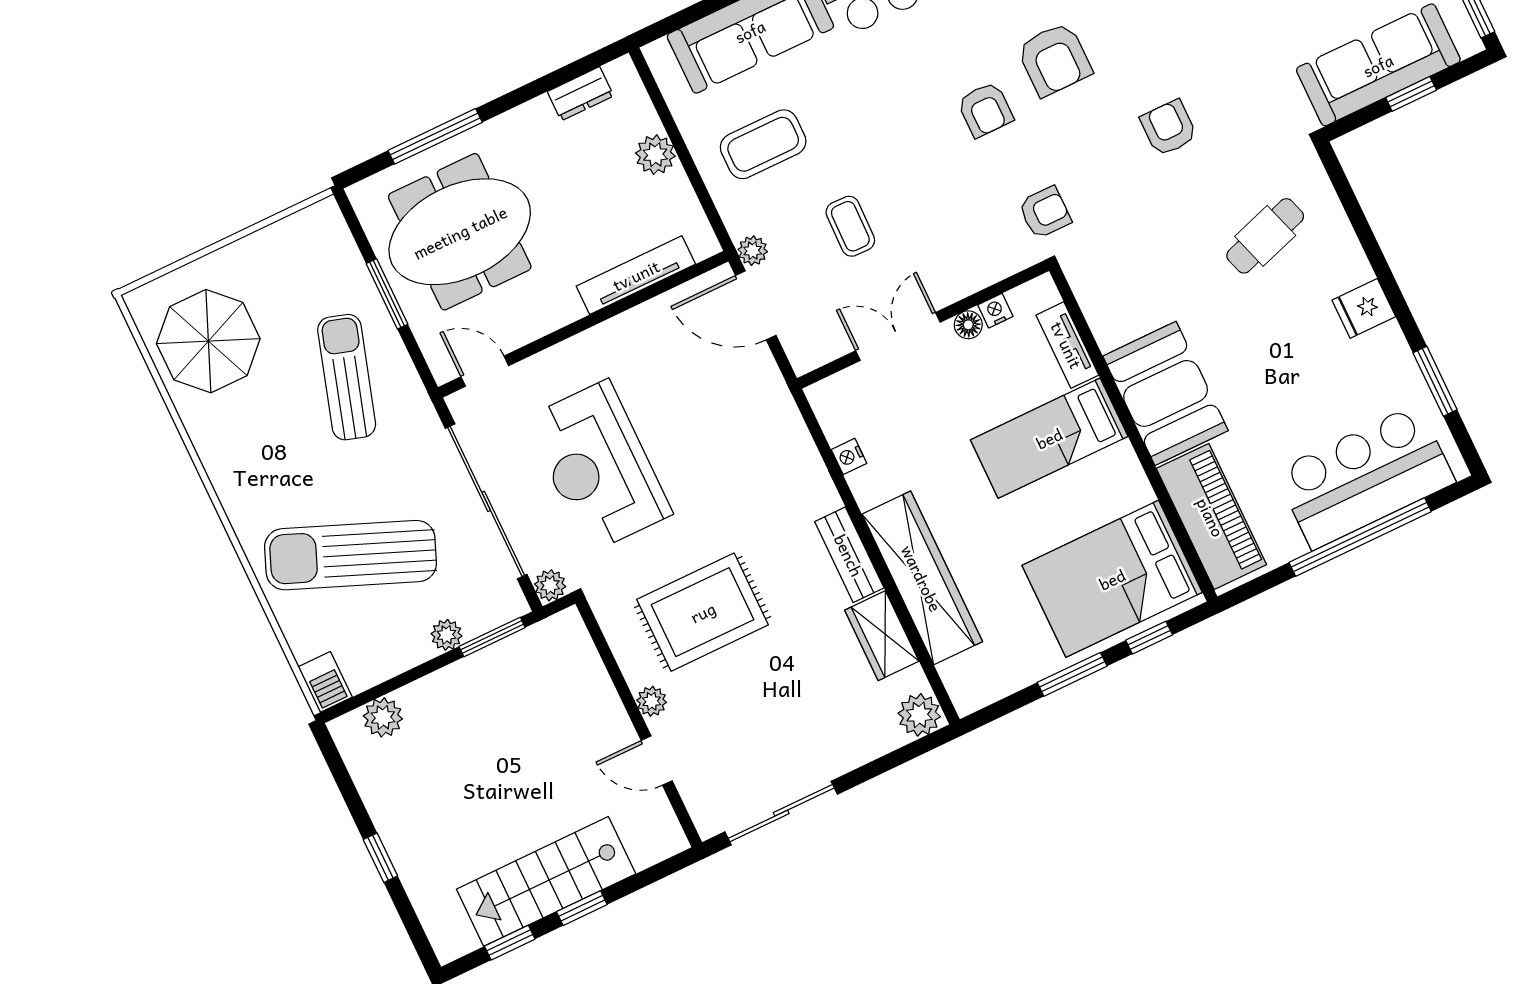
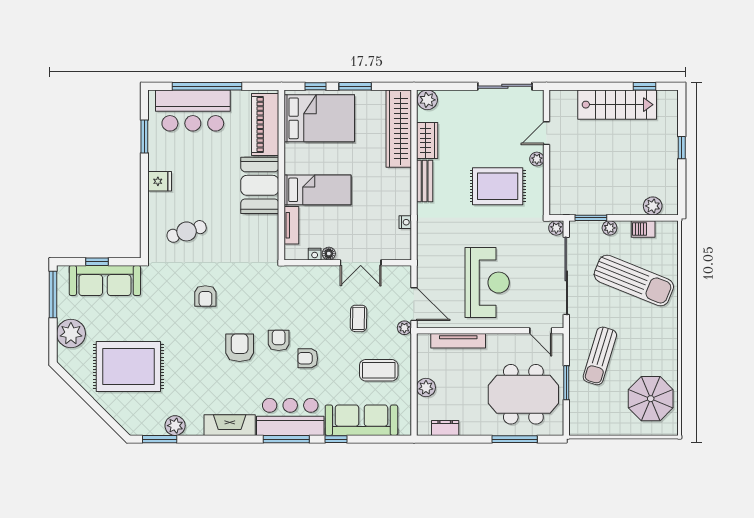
armchair: (1045, 212) -> (308, 358), moved
reception desk: (598, 466) -> (487, 283), moved
wardrobe: (922, 578) -> (399, 129), moved
barbecue: (325, 682) -> (643, 229), moved, turned -90
door: (657, 761) -> (547, 133), swing flipped
window: (582, 908) -> (607, 86), removed

